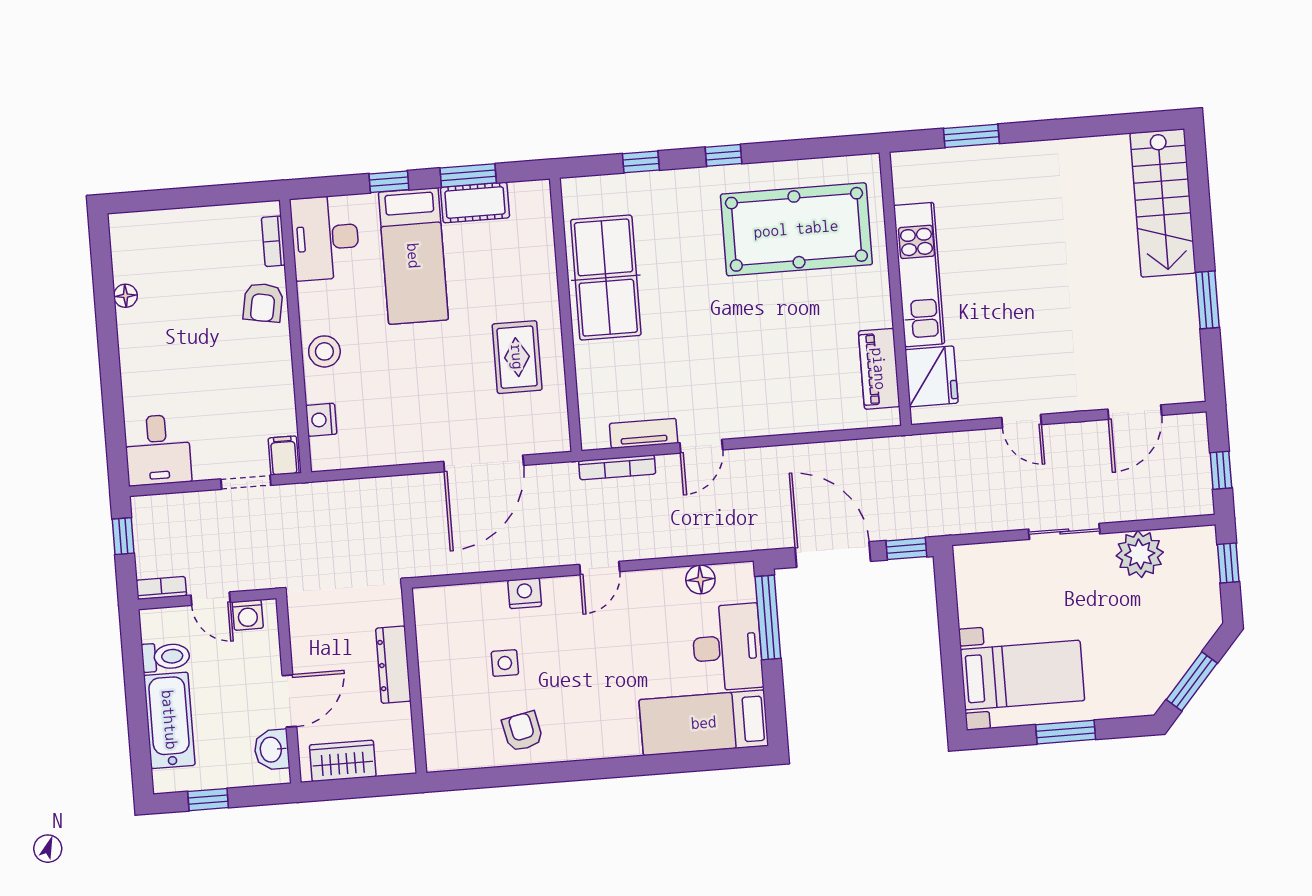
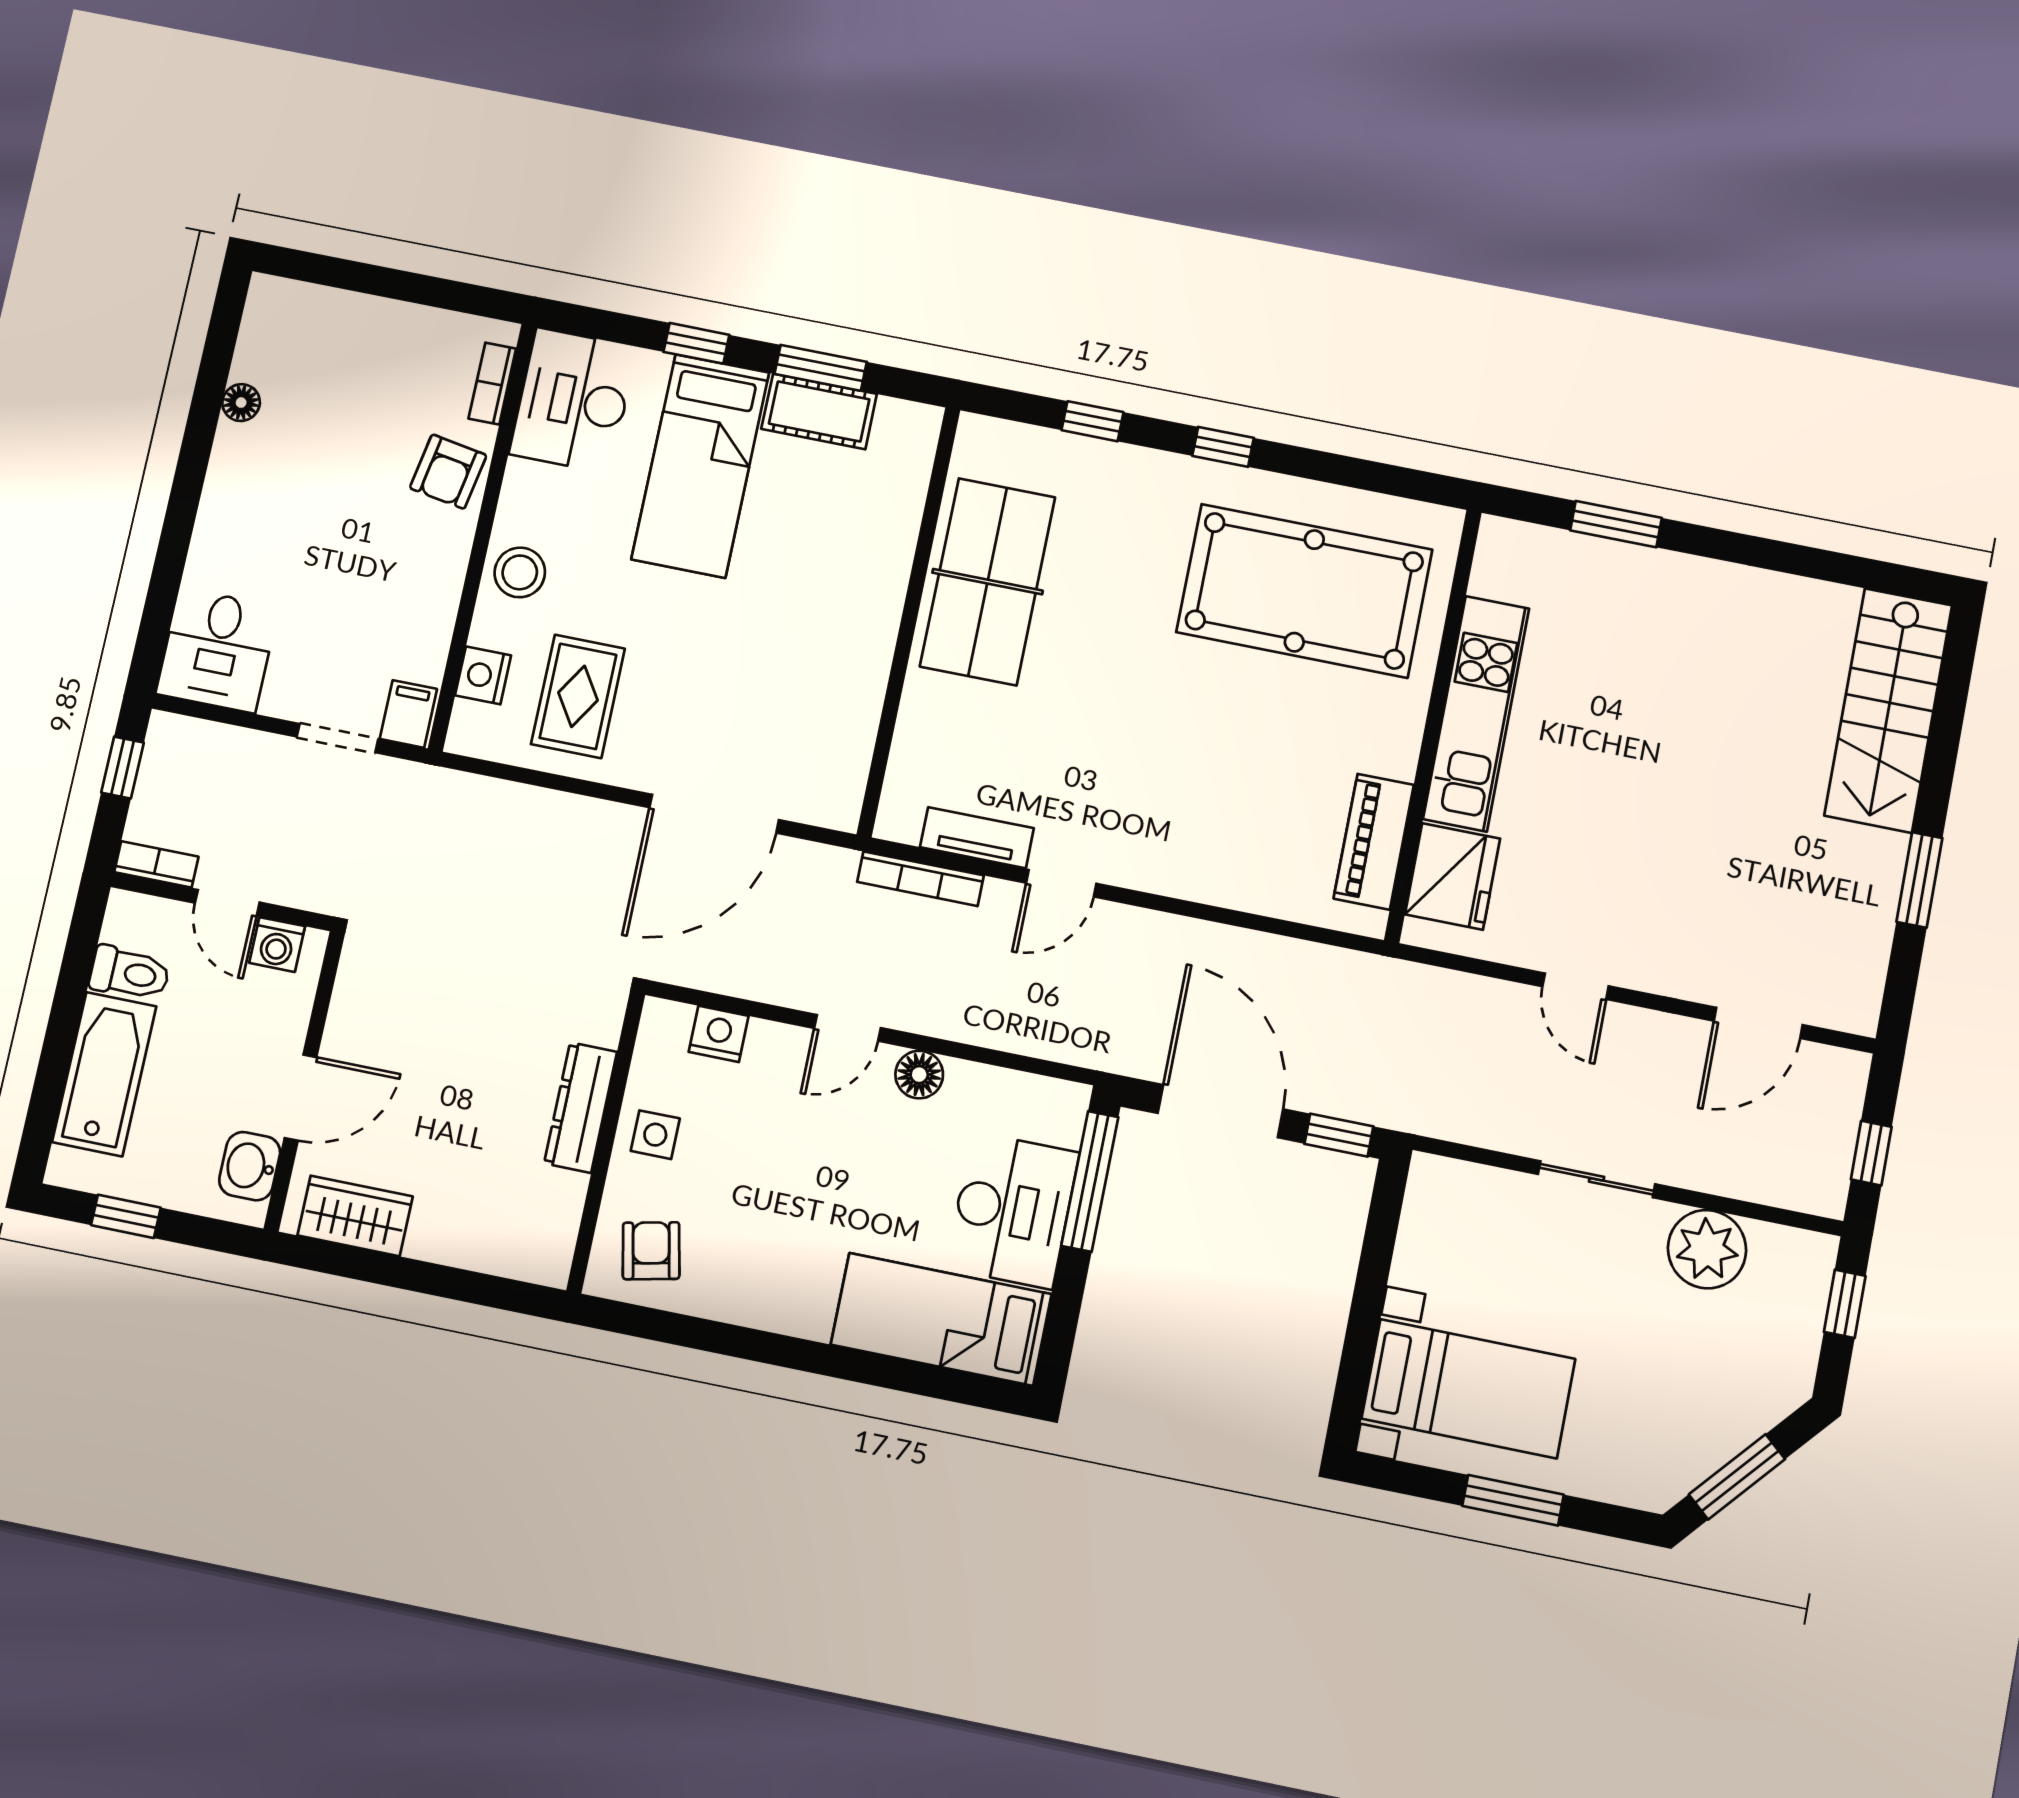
rug: (517, 357) -> (578, 696), moved
floor lamp: (700, 579) -> (919, 1075), moved
dresser: (393, 665) -> (581, 1108), moved
wall: (414, 681) -> (606, 1142), moved

